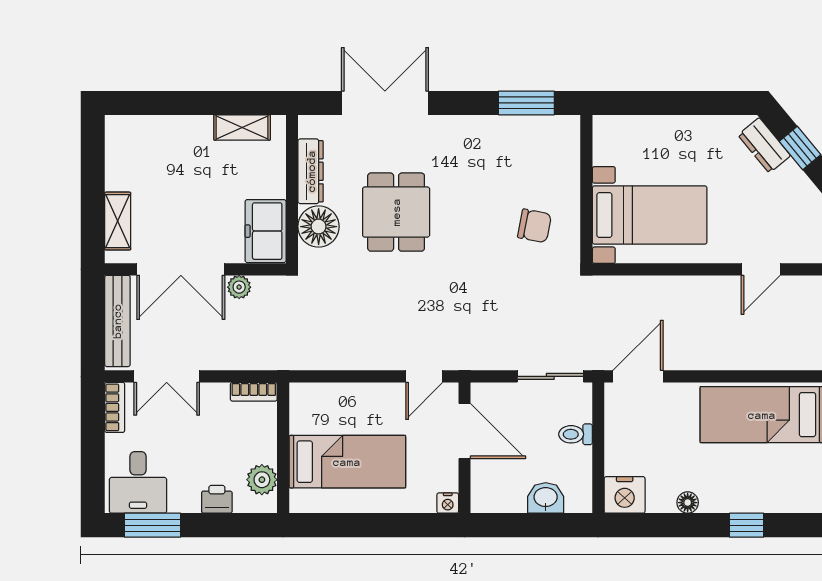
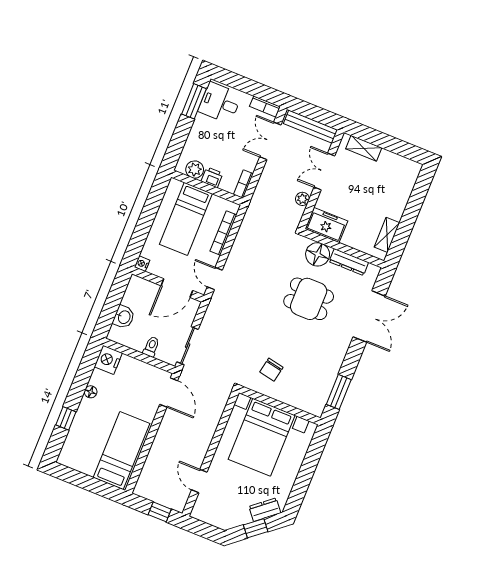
bed with nightstands: (650, 215) -> (262, 437), width x1.36
double door: (181, 269) -> (324, 172), width x0.73
bookcase: (345, 392) -> (223, 233), added
printer: (217, 499) -> (212, 177), moved, turned -90

